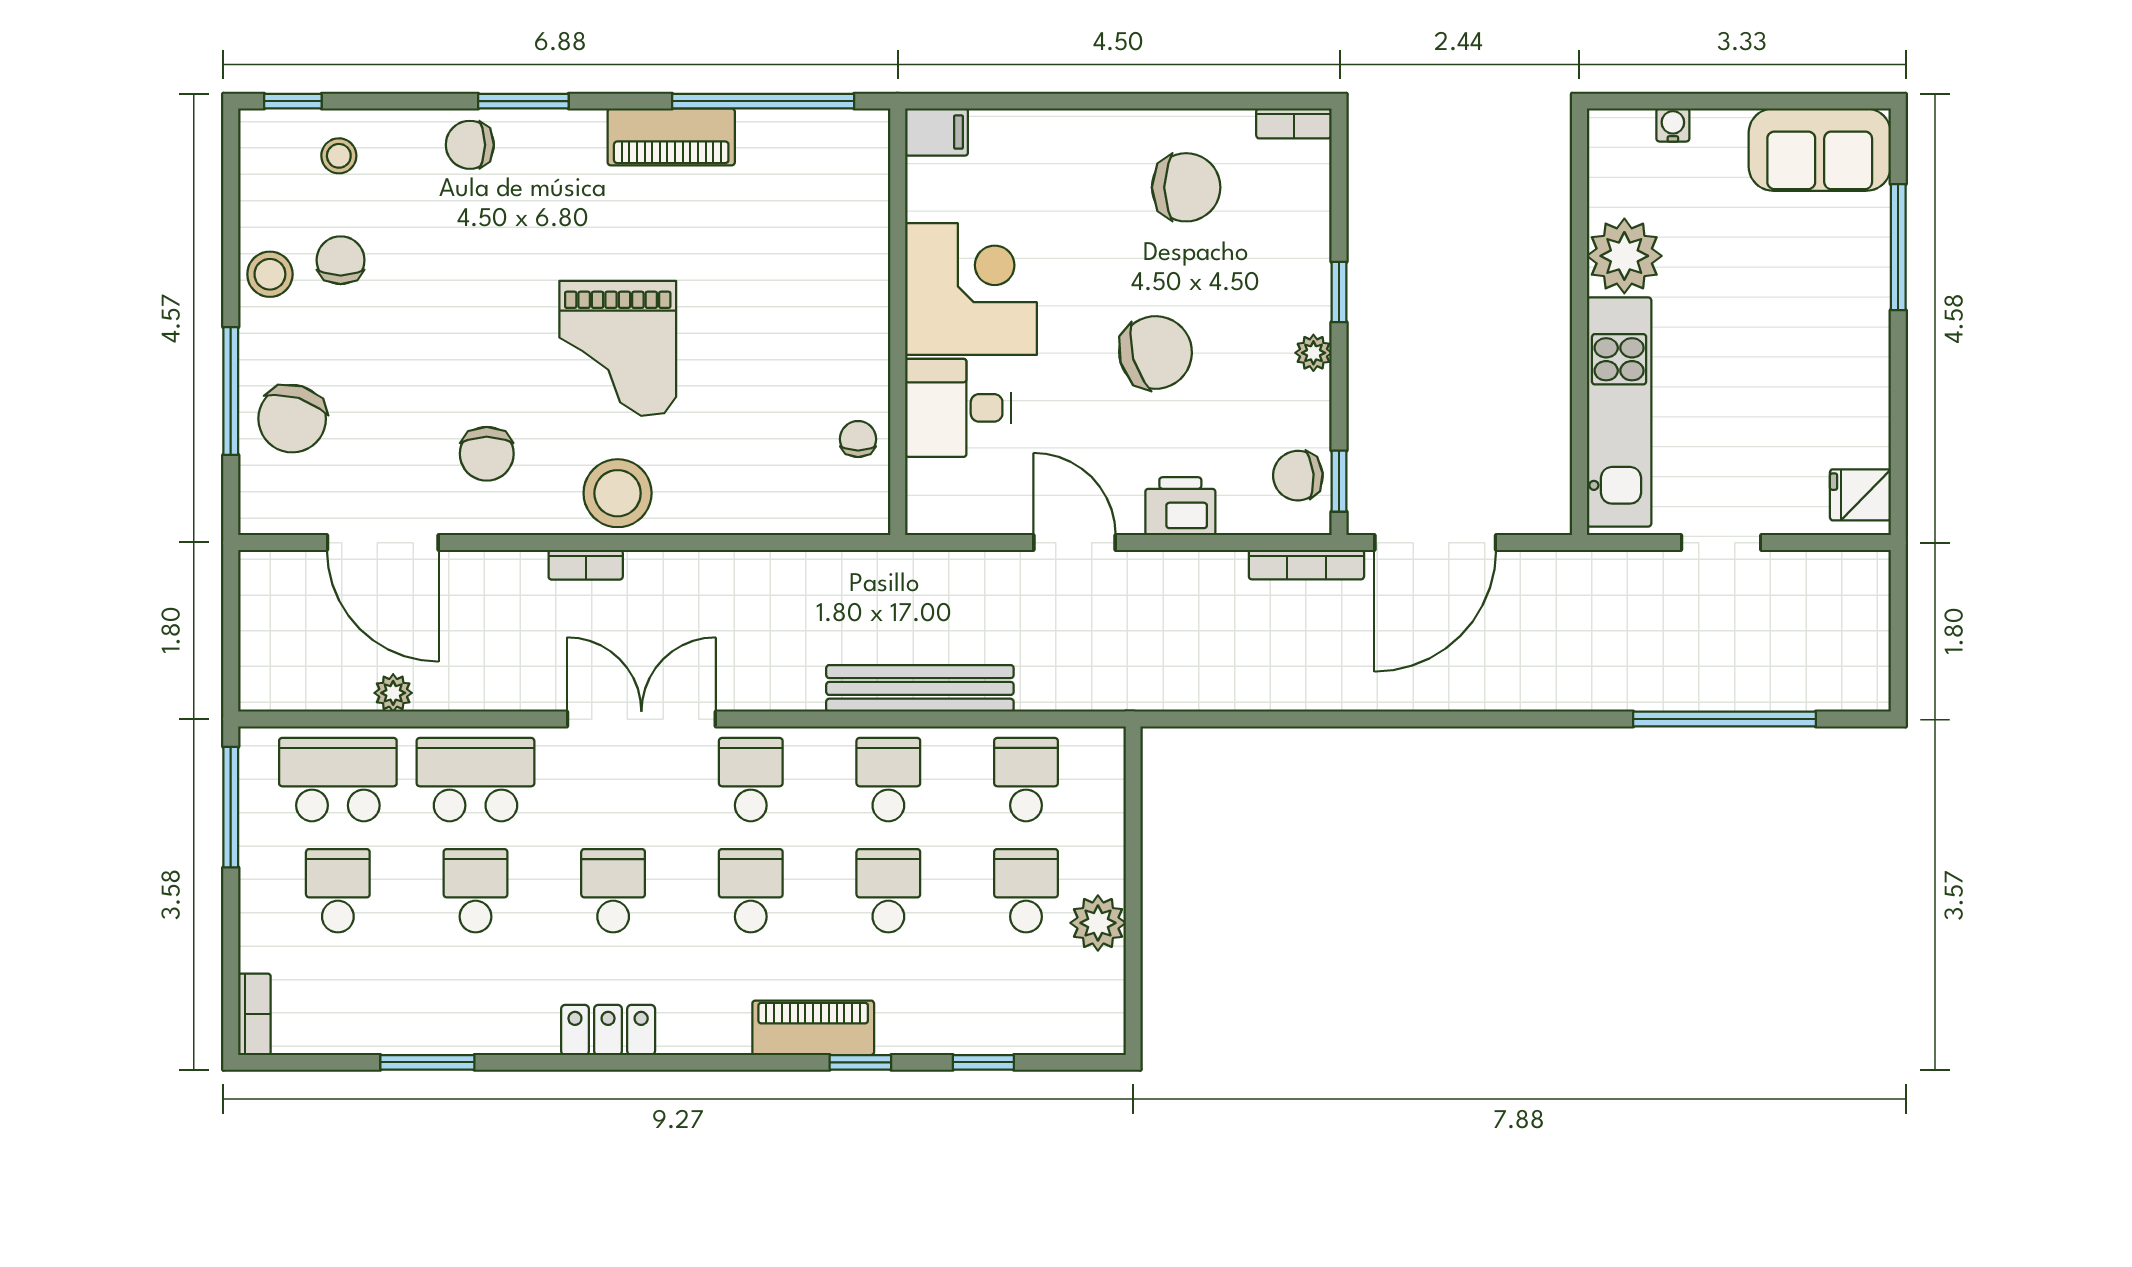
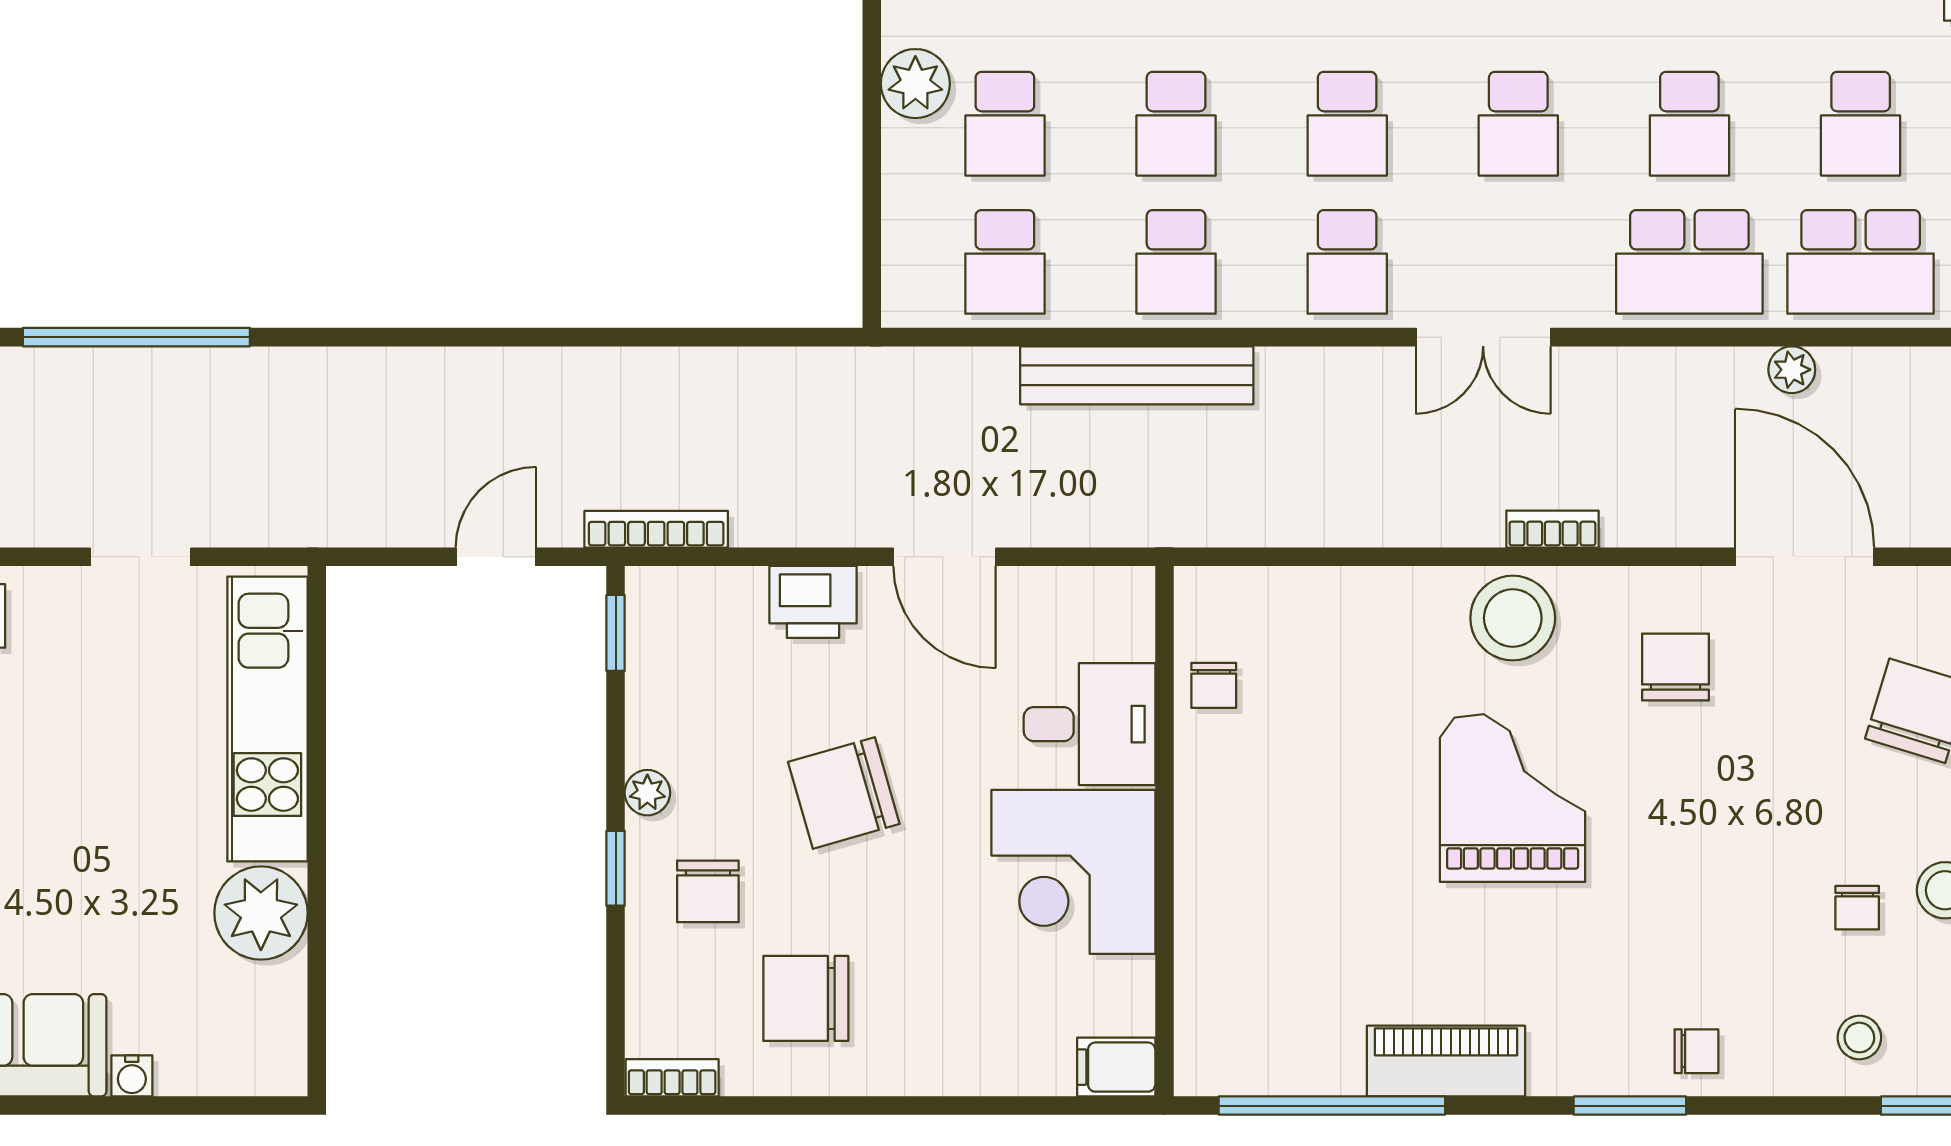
water cooler: (1673, 125) -> (132, 1076), moved
chair: (470, 145) -> (1696, 1051), width x0.73, depth x0.73
chair: (341, 260) -> (1857, 908), width x0.73, depth x0.73
chair: (1298, 476) -> (708, 891), moved, turned 95
door: (1435, 543) -> (496, 557), width x0.53
double door: (641, 719) -> (1483, 337), width x0.73

